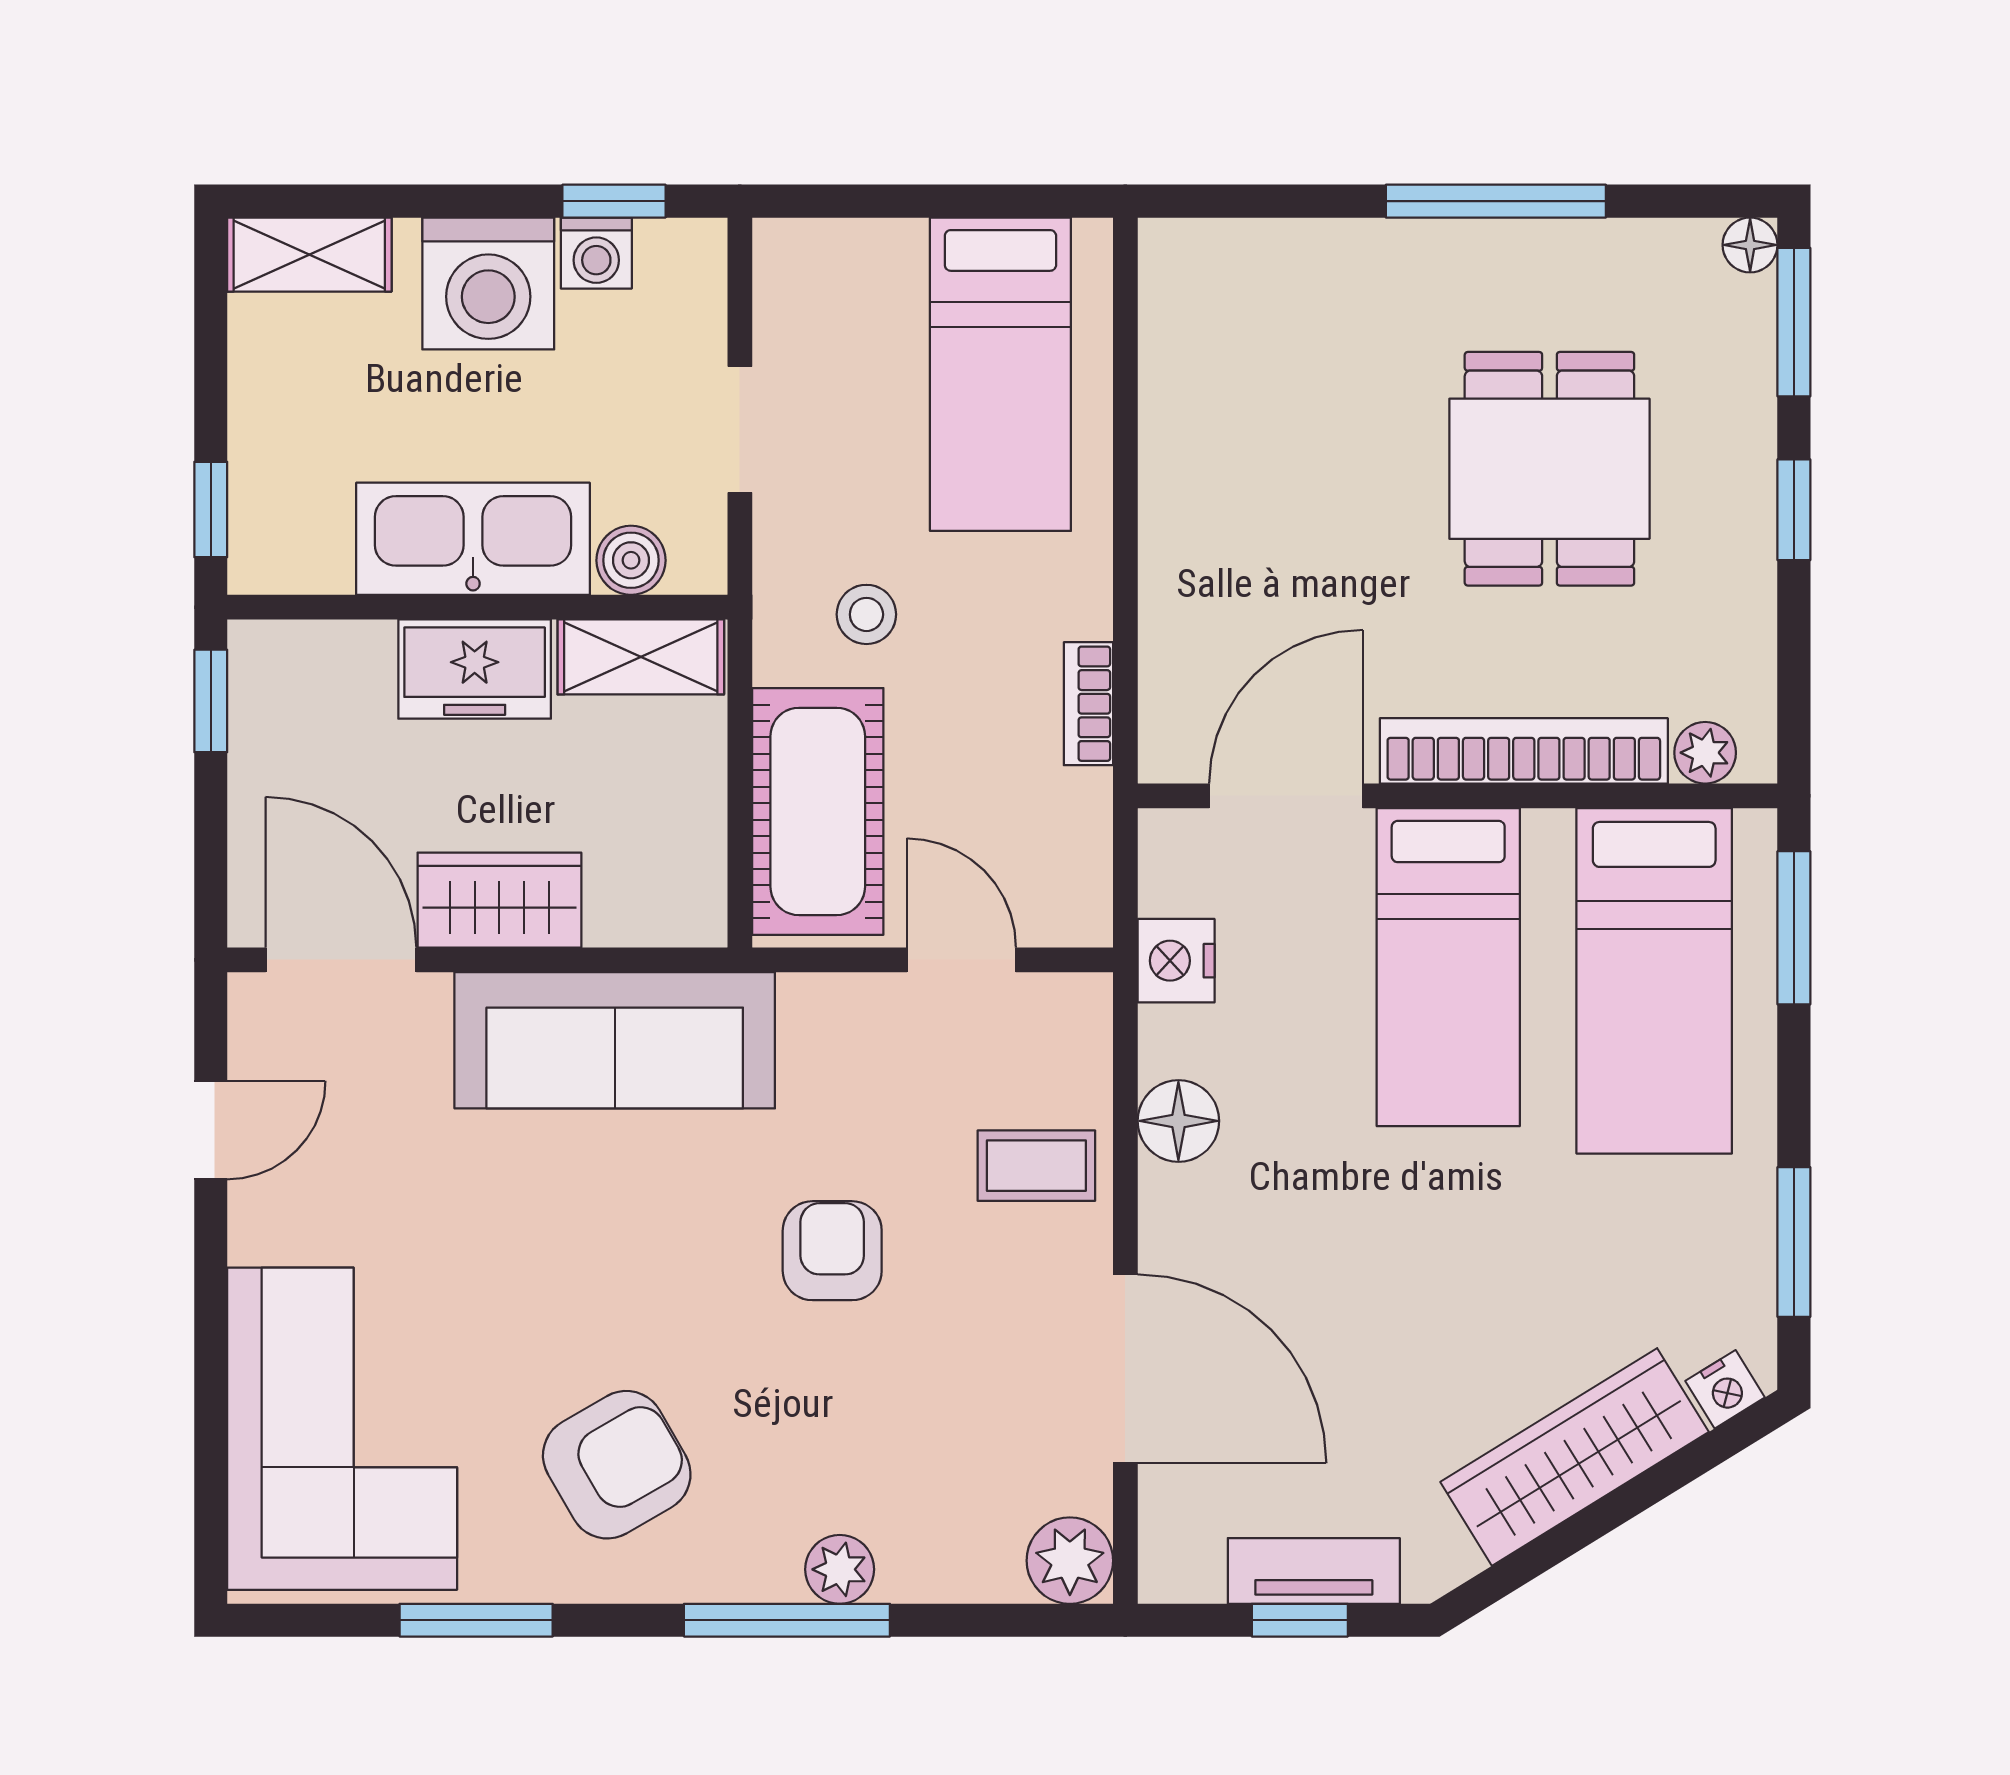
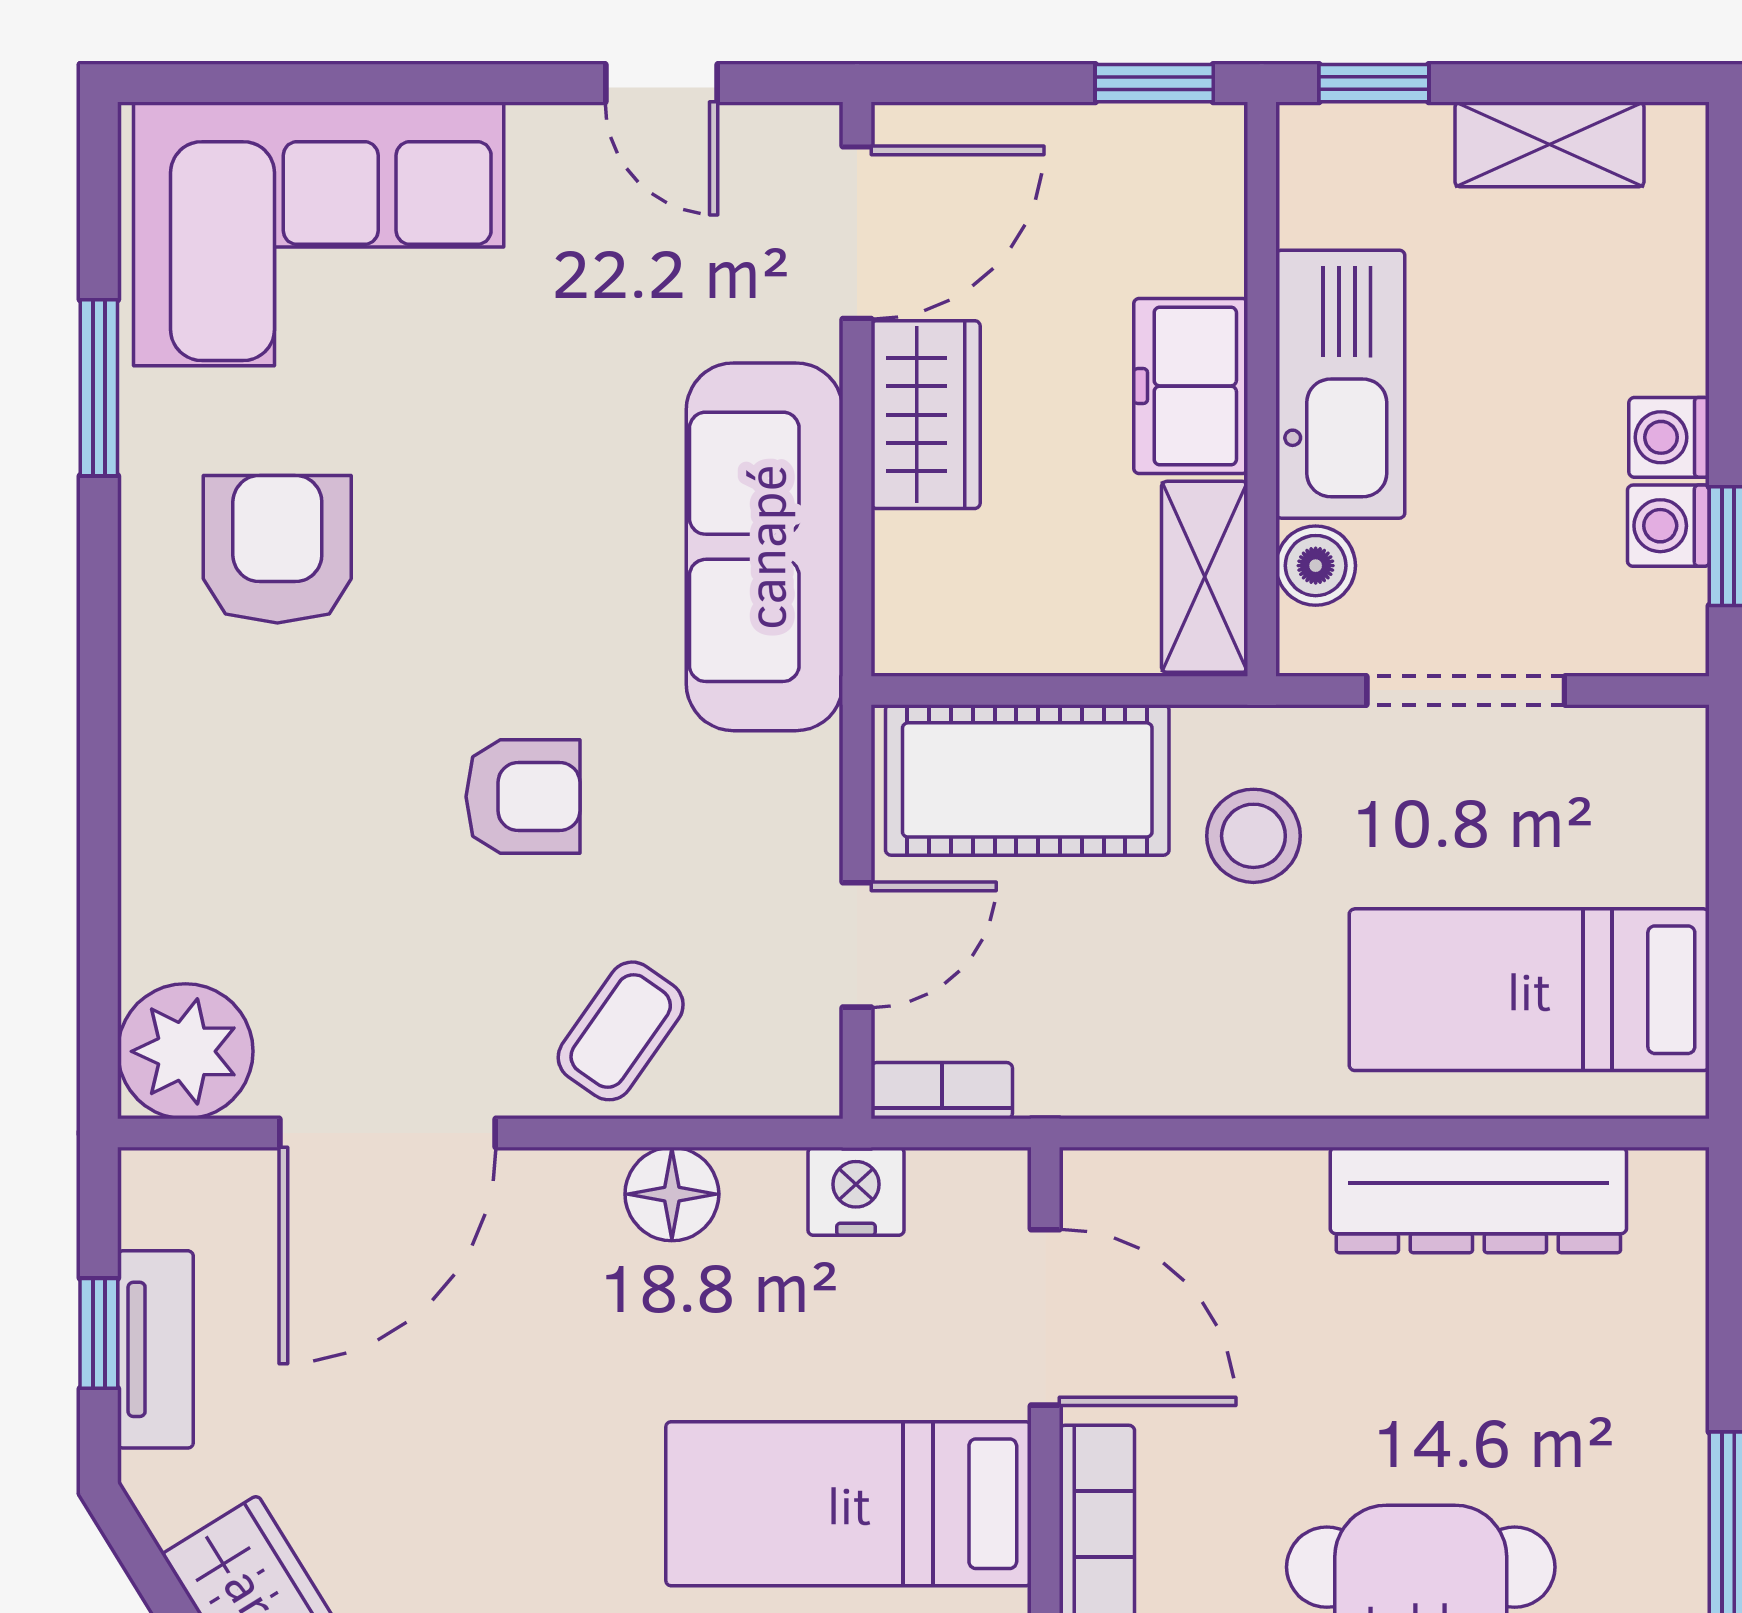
shelving: (309, 255) -> (1549, 144), moved, turned 90
washing machine: (488, 283) -> (1669, 437), width x0.53, depth x0.53
dresser: (1184, 419) -> (1478, 1200), added
doorway: (740, 430) -> (1466, 690), width x1.38
stool: (866, 614) -> (1253, 836), width x1.37, depth x1.37
bookcase: (1088, 704) -> (942, 1091), moved
coffee table: (1036, 1166) -> (621, 1031), turned 35
armchair: (617, 1465) -> (277, 549), turned -150
plant: (1070, 1561) -> (185, 1051), width x1.36, depth x1.36
plant: (840, 1569) -> (157, 805), removed
window: (787, 1620) -> (99, 745), removed

